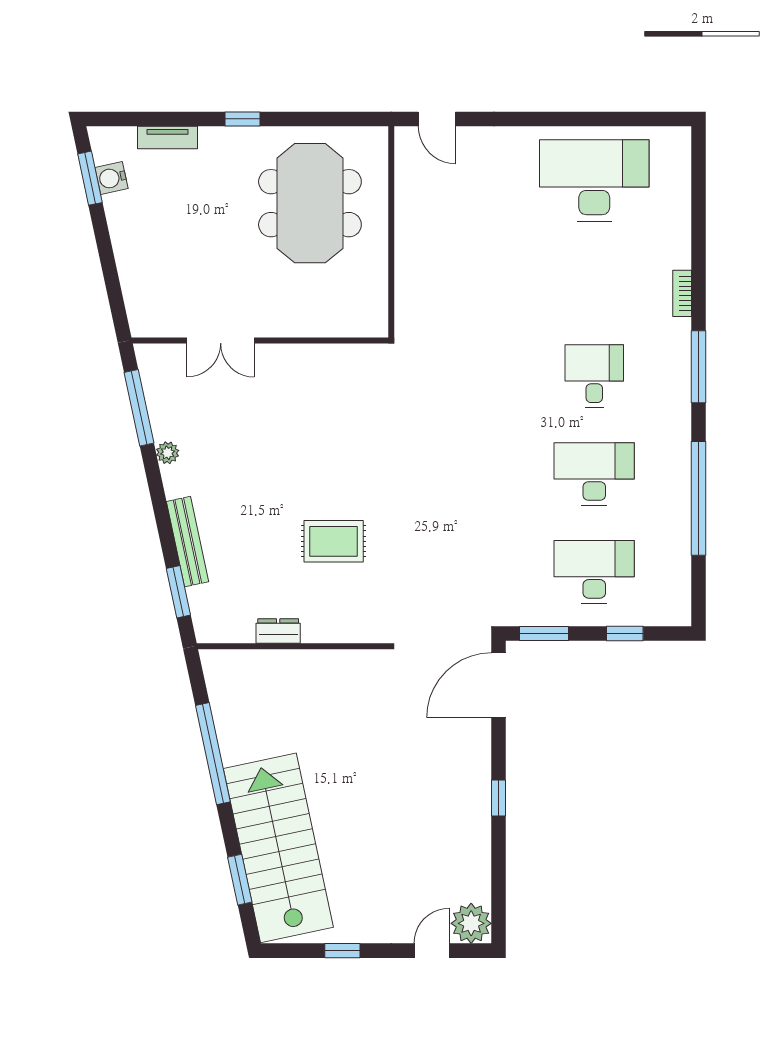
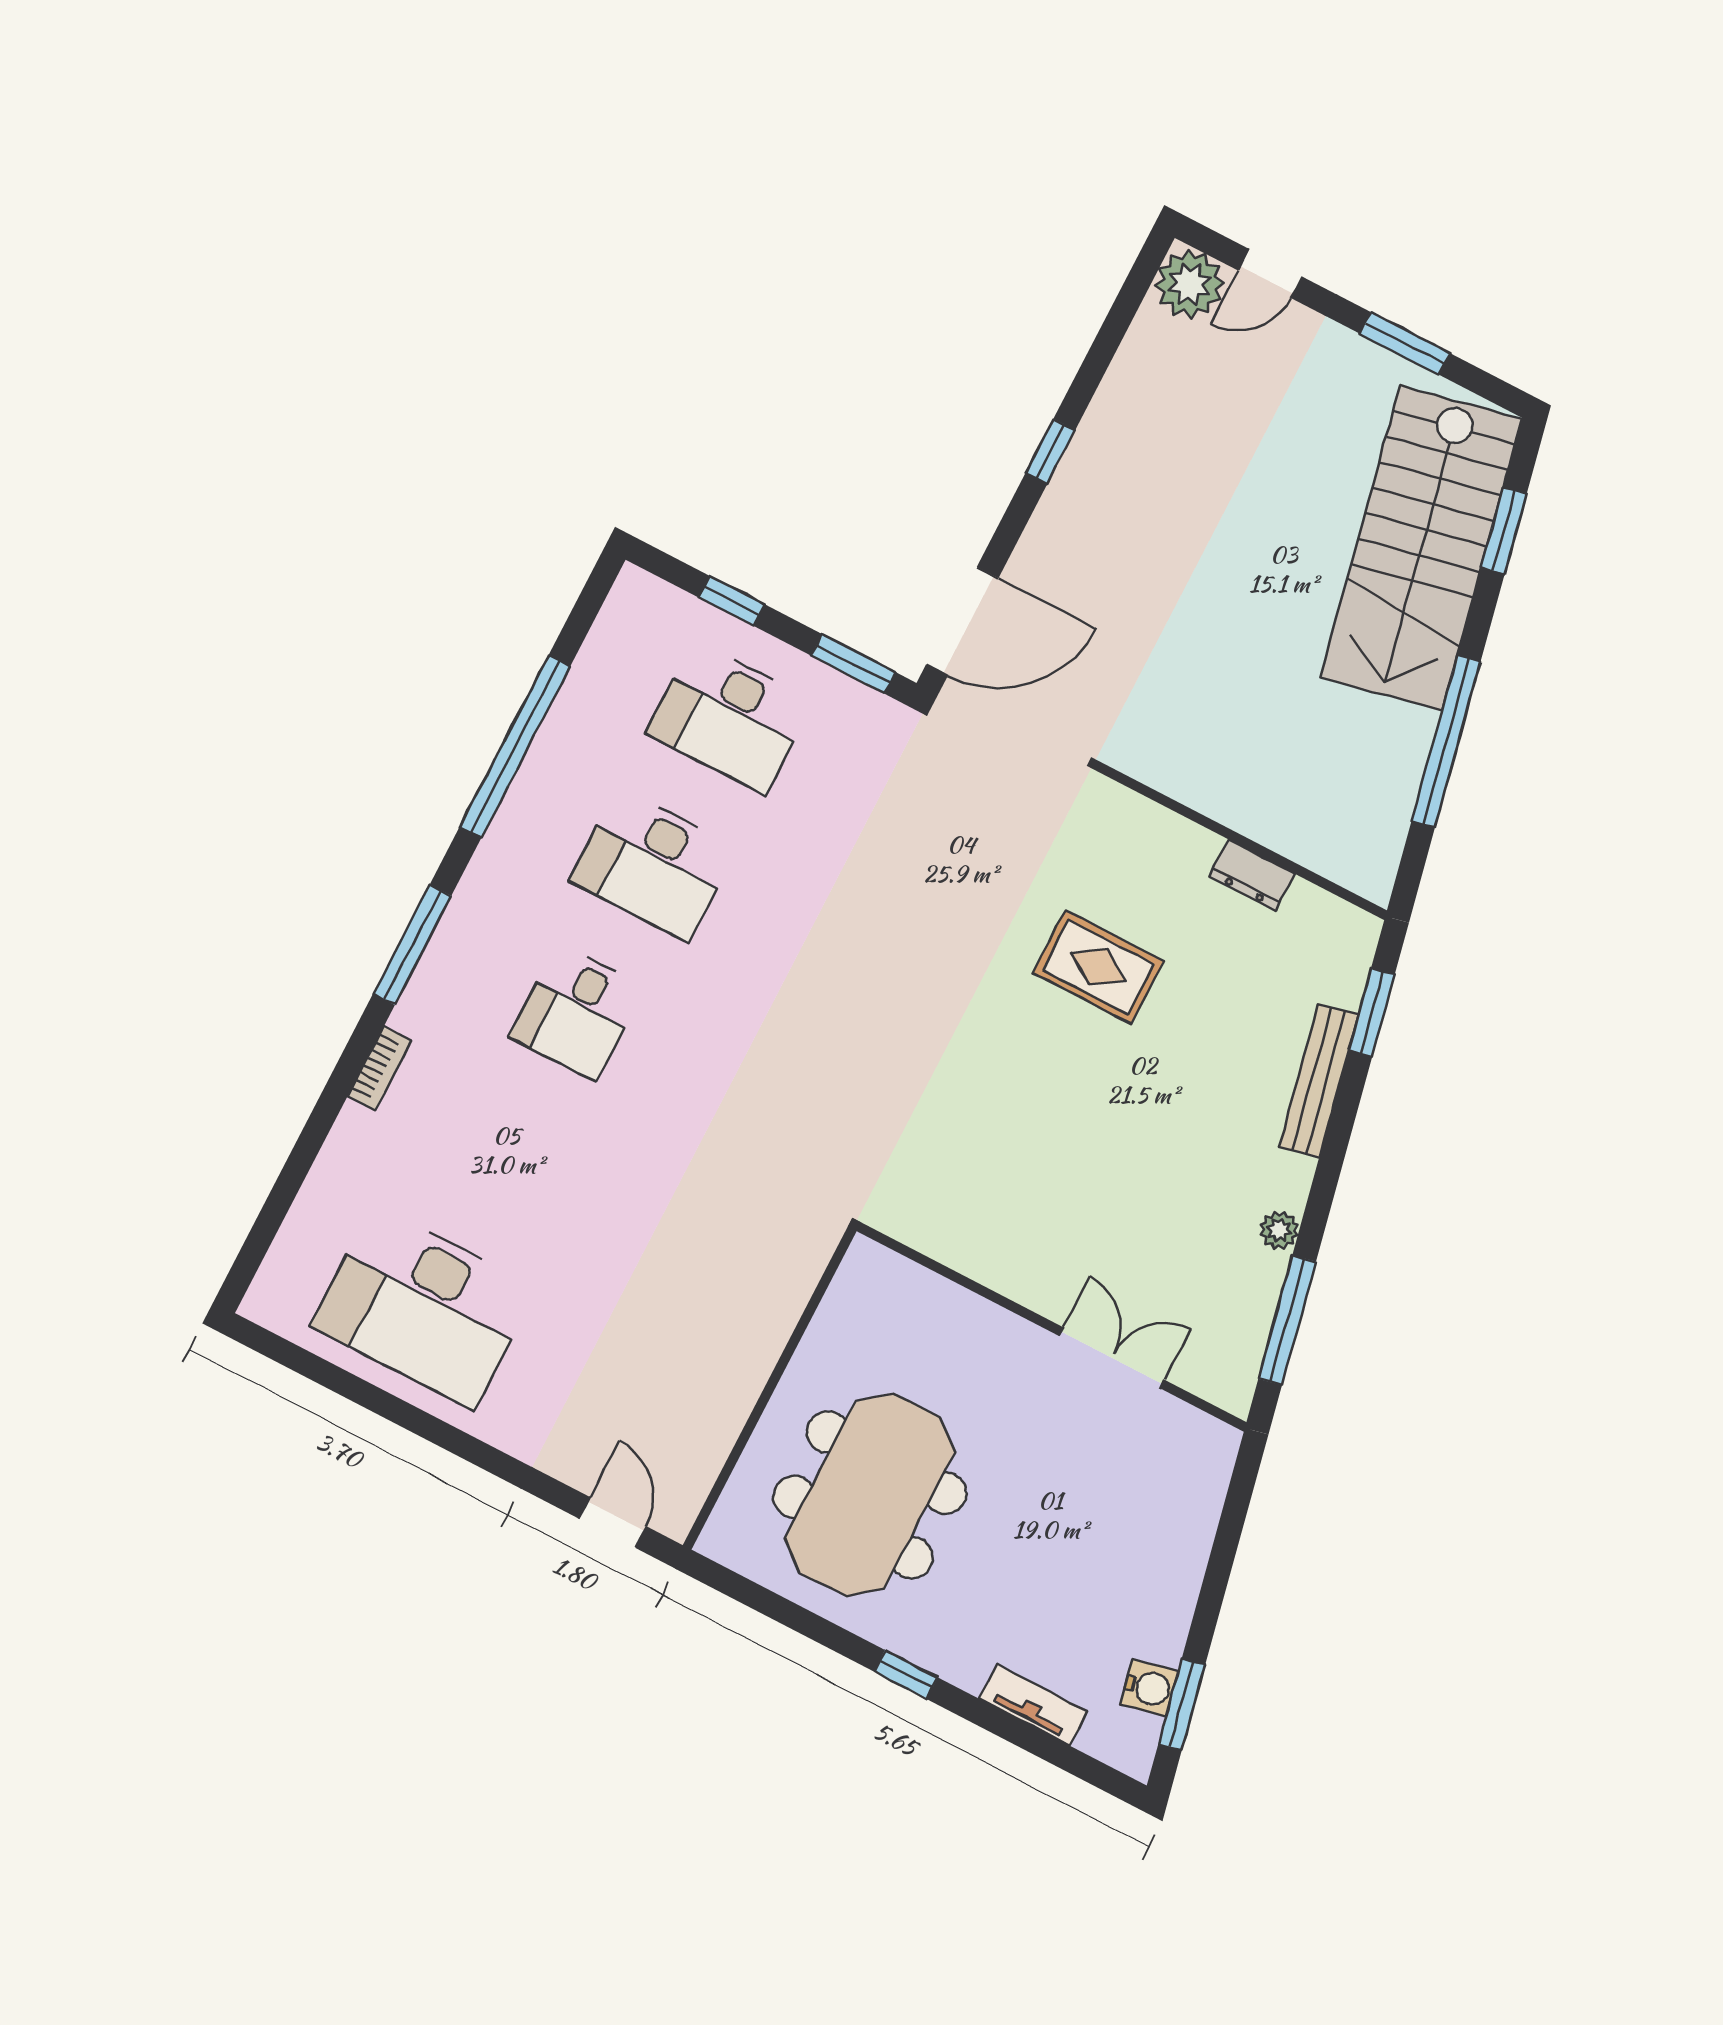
window: (342, 951) -> (1405, 343), width x1.50

